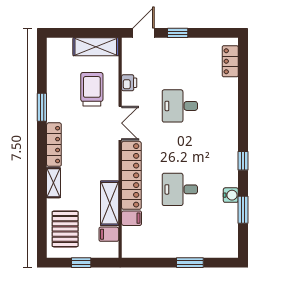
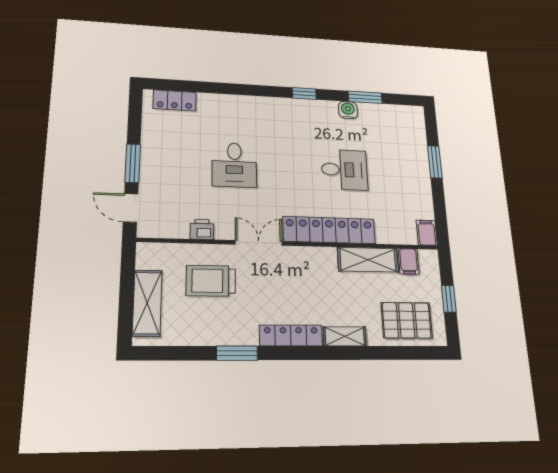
window: (178, 33) -> (133, 163), width x1.50
shelving: (96, 47) -> (147, 303), moved
desk: (180, 189) -> (344, 170), turned -90
filing cabinet: (132, 218) -> (427, 233), moved

